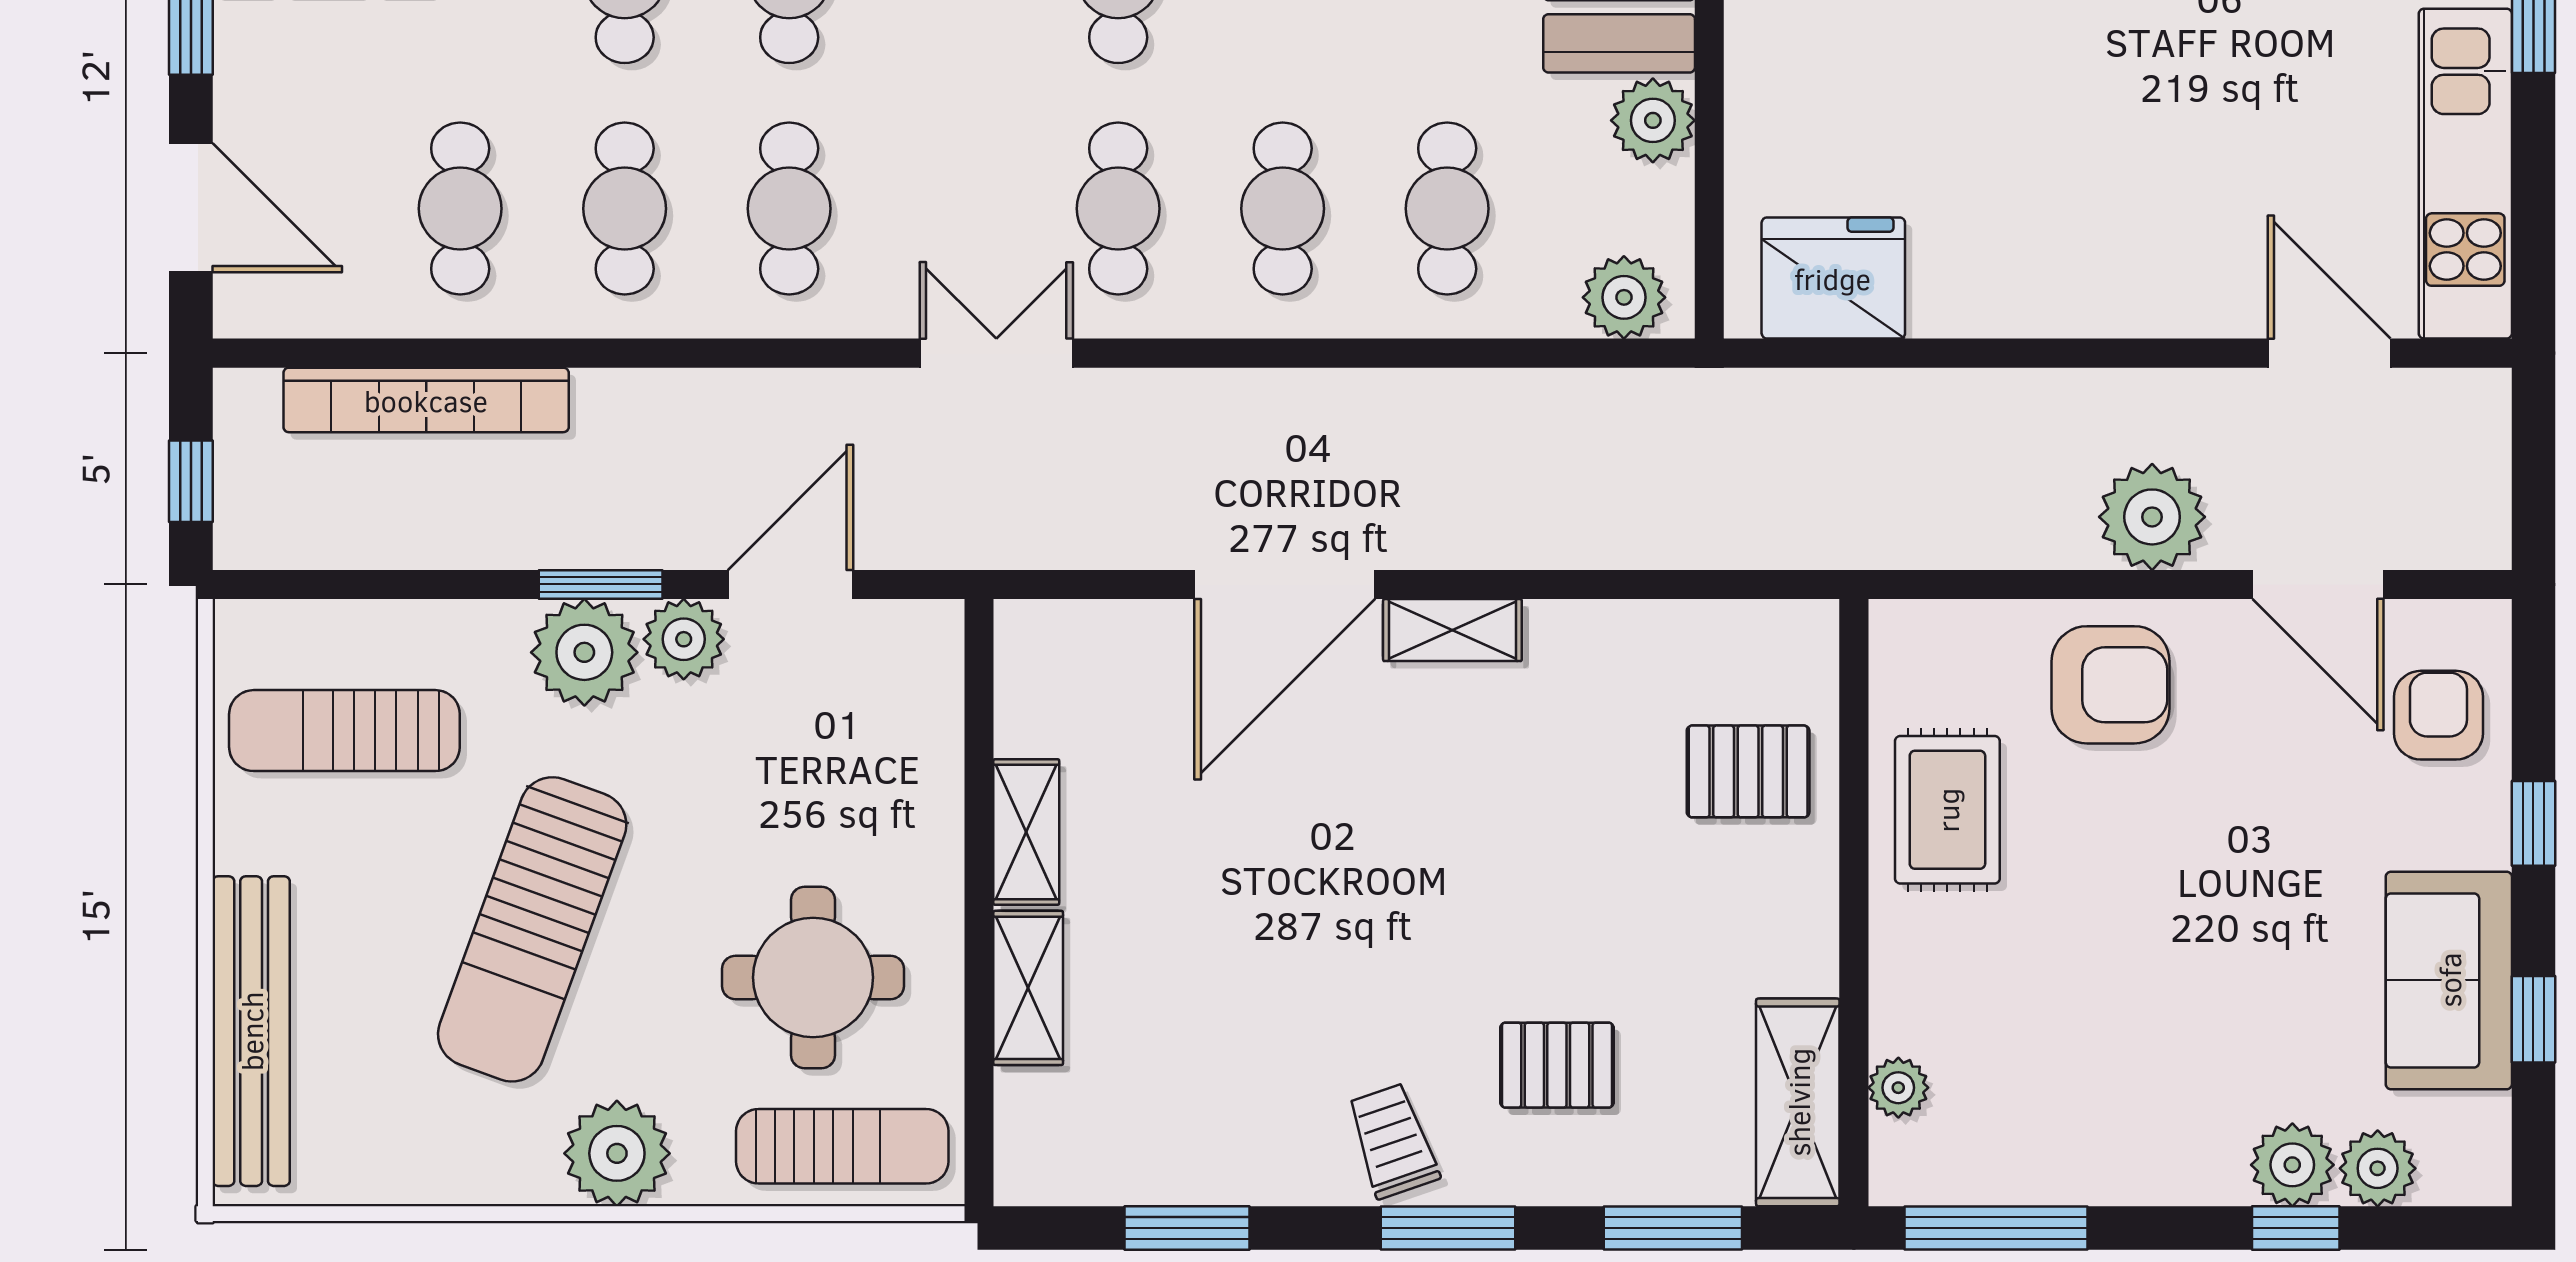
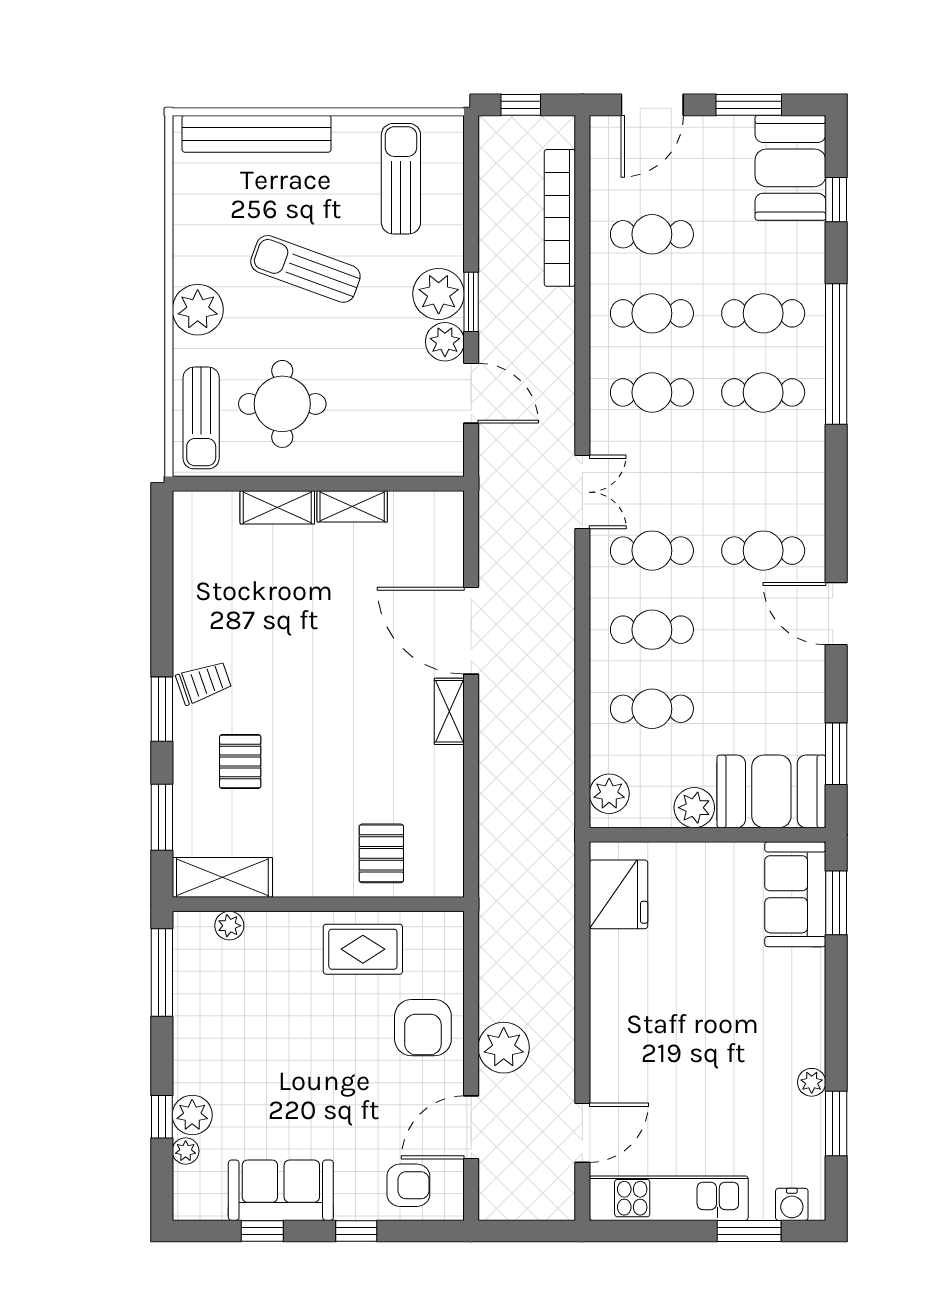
sun lounger: (532, 929) -> (305, 269), width x0.73, depth x0.75
plant: (2378, 1168) -> (186, 1151), width x0.73, depth x0.73
window: (1187, 1228) -> (162, 584), removed

